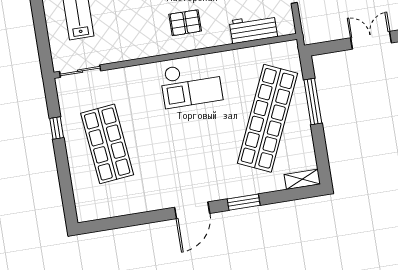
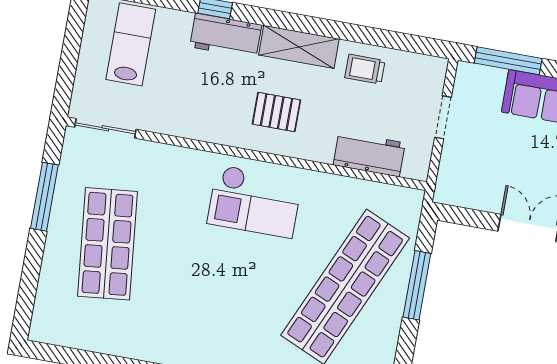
window: (57, 128) -> (44, 197), width x2.17

